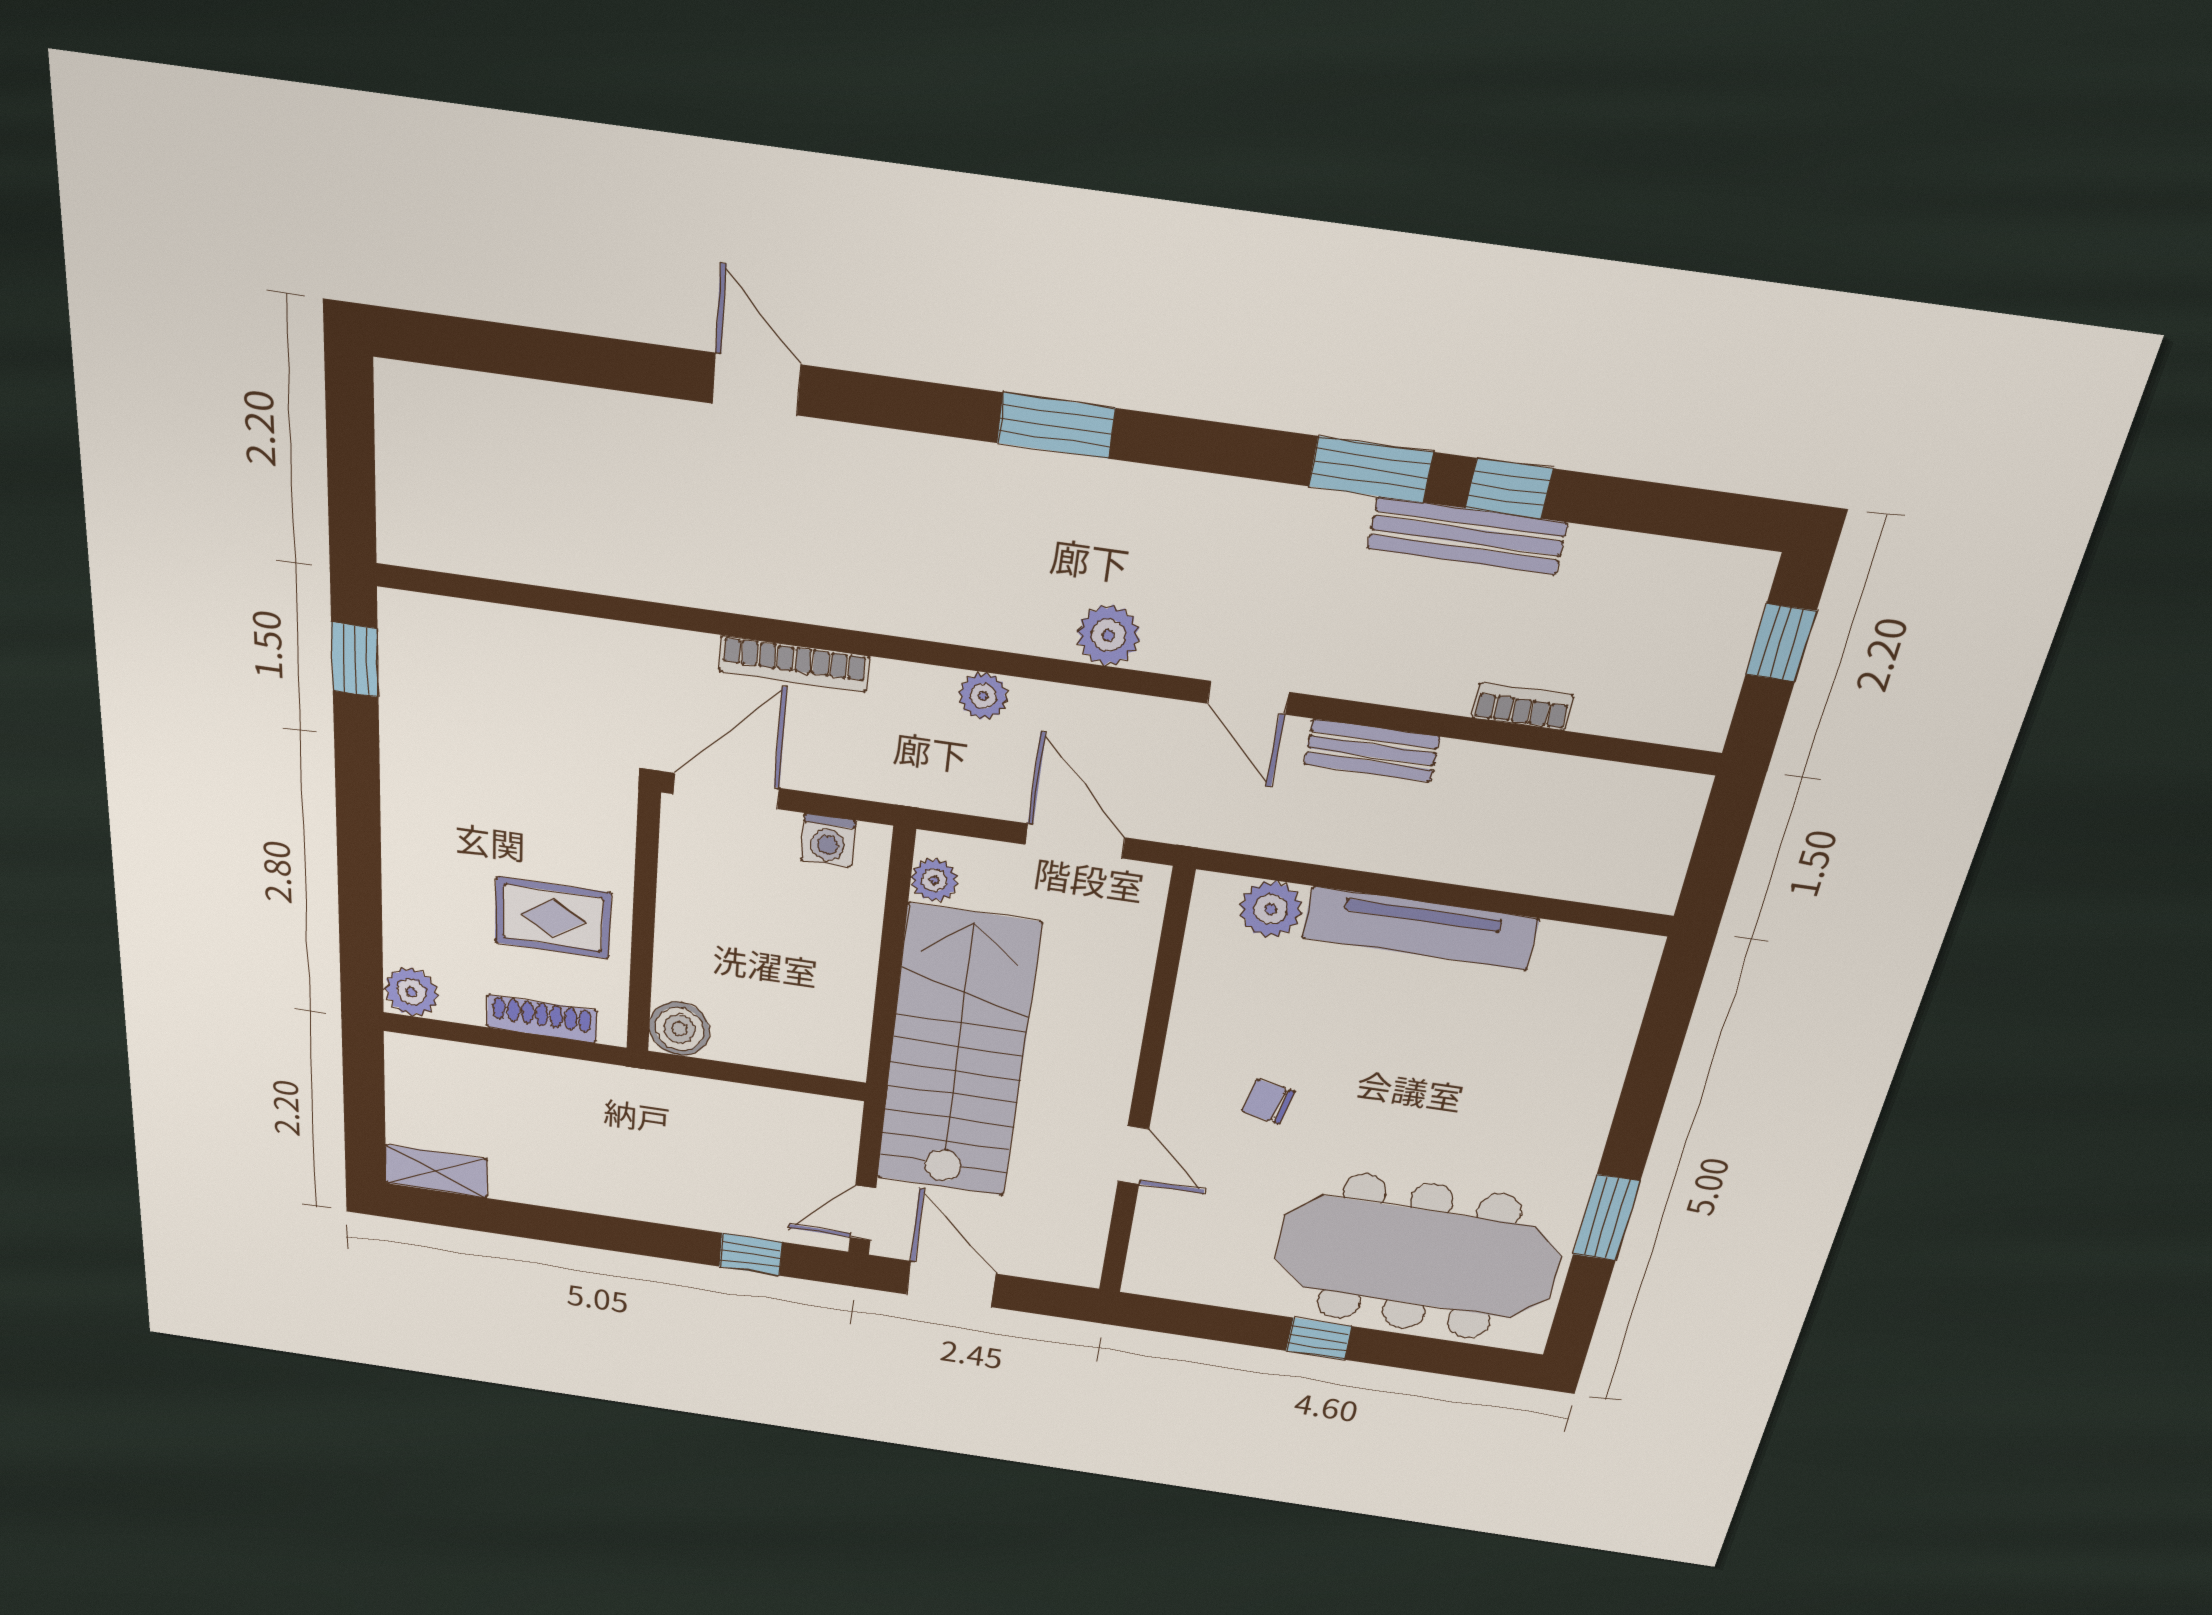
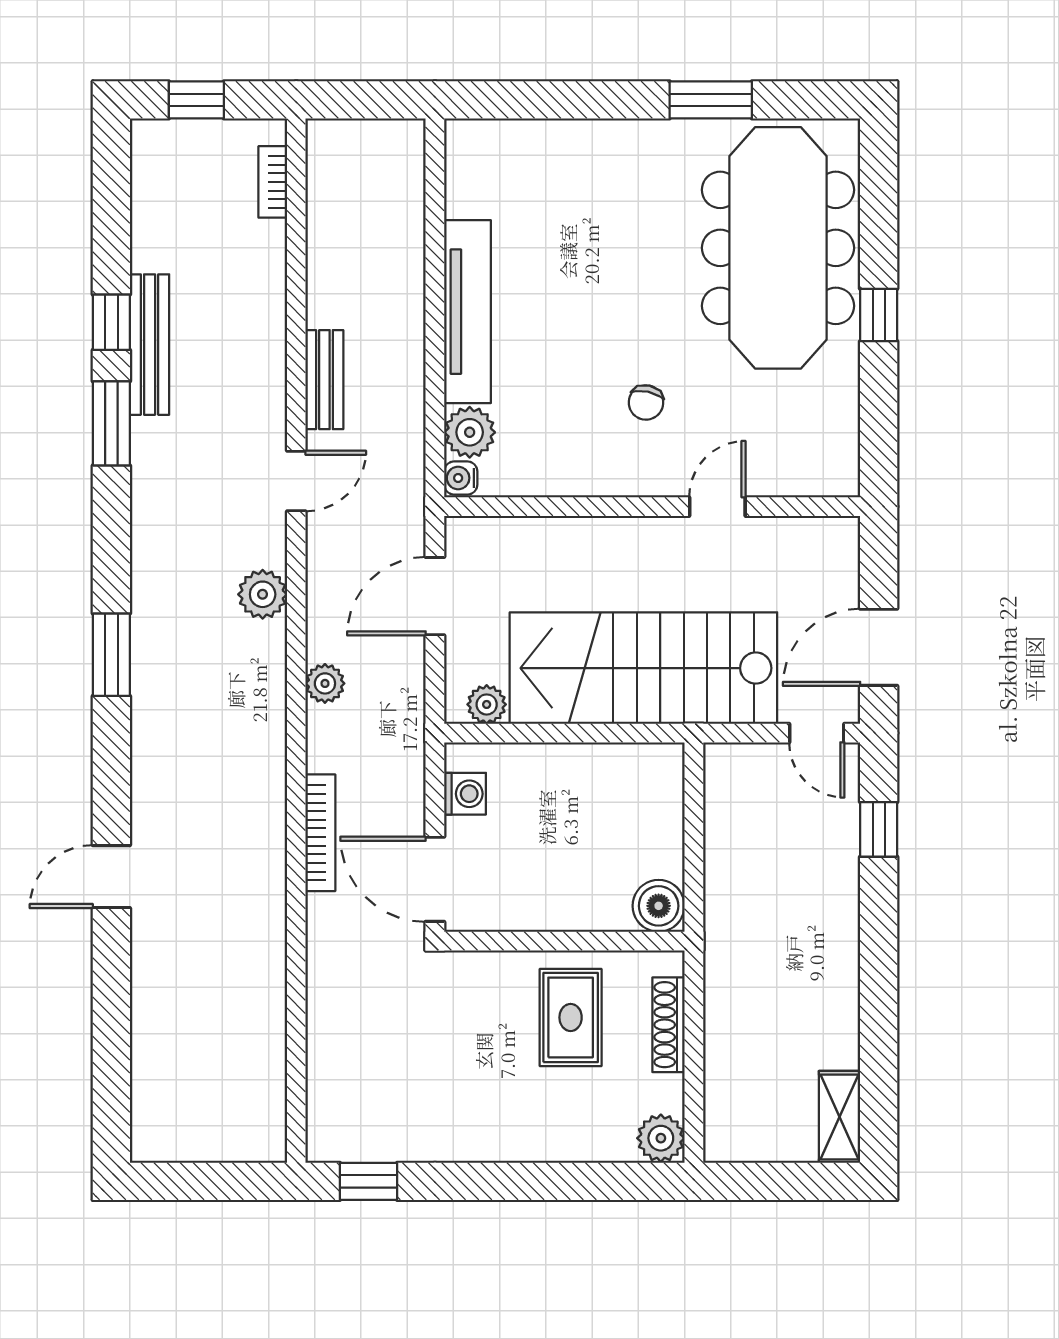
bookcase: (1522, 707) -> (273, 182), moved
water cooler: (1216, 891) -> (461, 478), added

